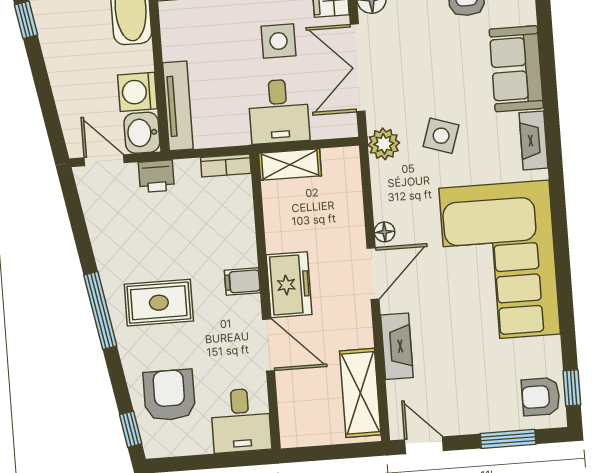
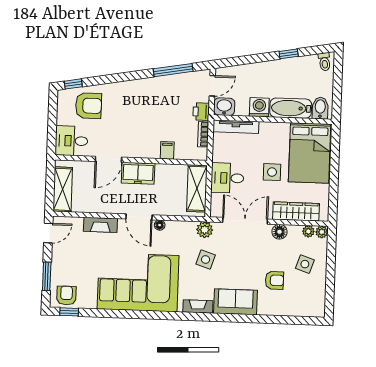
side table: (278, 41) -> (272, 172), moved
washing machine: (137, 92) -> (259, 107), moved
bookcase: (226, 165) -> (203, 134), moved
shelving: (290, 165) -> (197, 188), width x1.50, depth x1.33
filing cabinet: (242, 282) -> (167, 150), moved
rug: (159, 303) -> (136, 106), removed
window: (100, 310) -> (173, 70), moved
shelving: (360, 393) -> (63, 189), moved, turned 90

